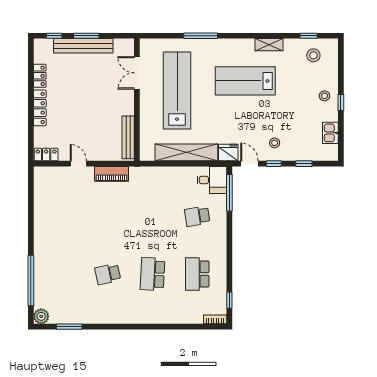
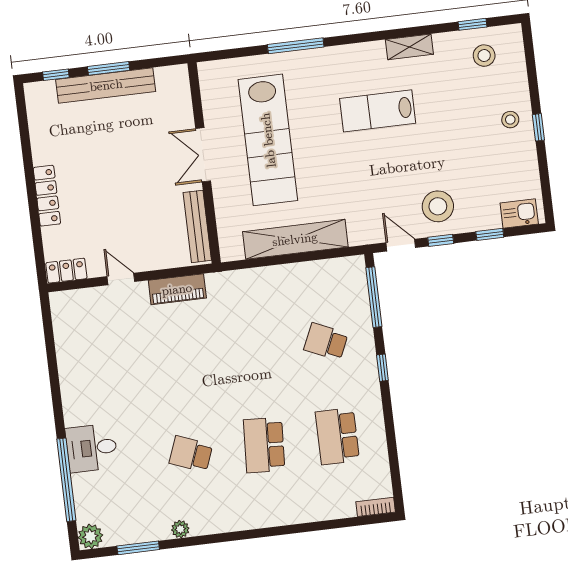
double door: (137, 73) -> (203, 155), moved
locker: (40, 76) -> (40, 143), removed
lab bench: (245, 81) -> (378, 111), width x0.73, depth x0.72
lab bench: (177, 90) -> (268, 140), turned 180
kitchen sink: (330, 133) -> (519, 213), moved, turned 90
stool: (275, 143) -> (438, 206), width x1.89, depth x1.89
fridge: (228, 153) -> (364, 231), removed
desk: (212, 180) -> (92, 448), moved, turned 180
school desk: (197, 216) -> (326, 342), turned 33
school desk: (108, 274) -> (191, 454), turned 33
window: (229, 300) -> (382, 368), moved
plant: (96, 319) -> (180, 529), added

